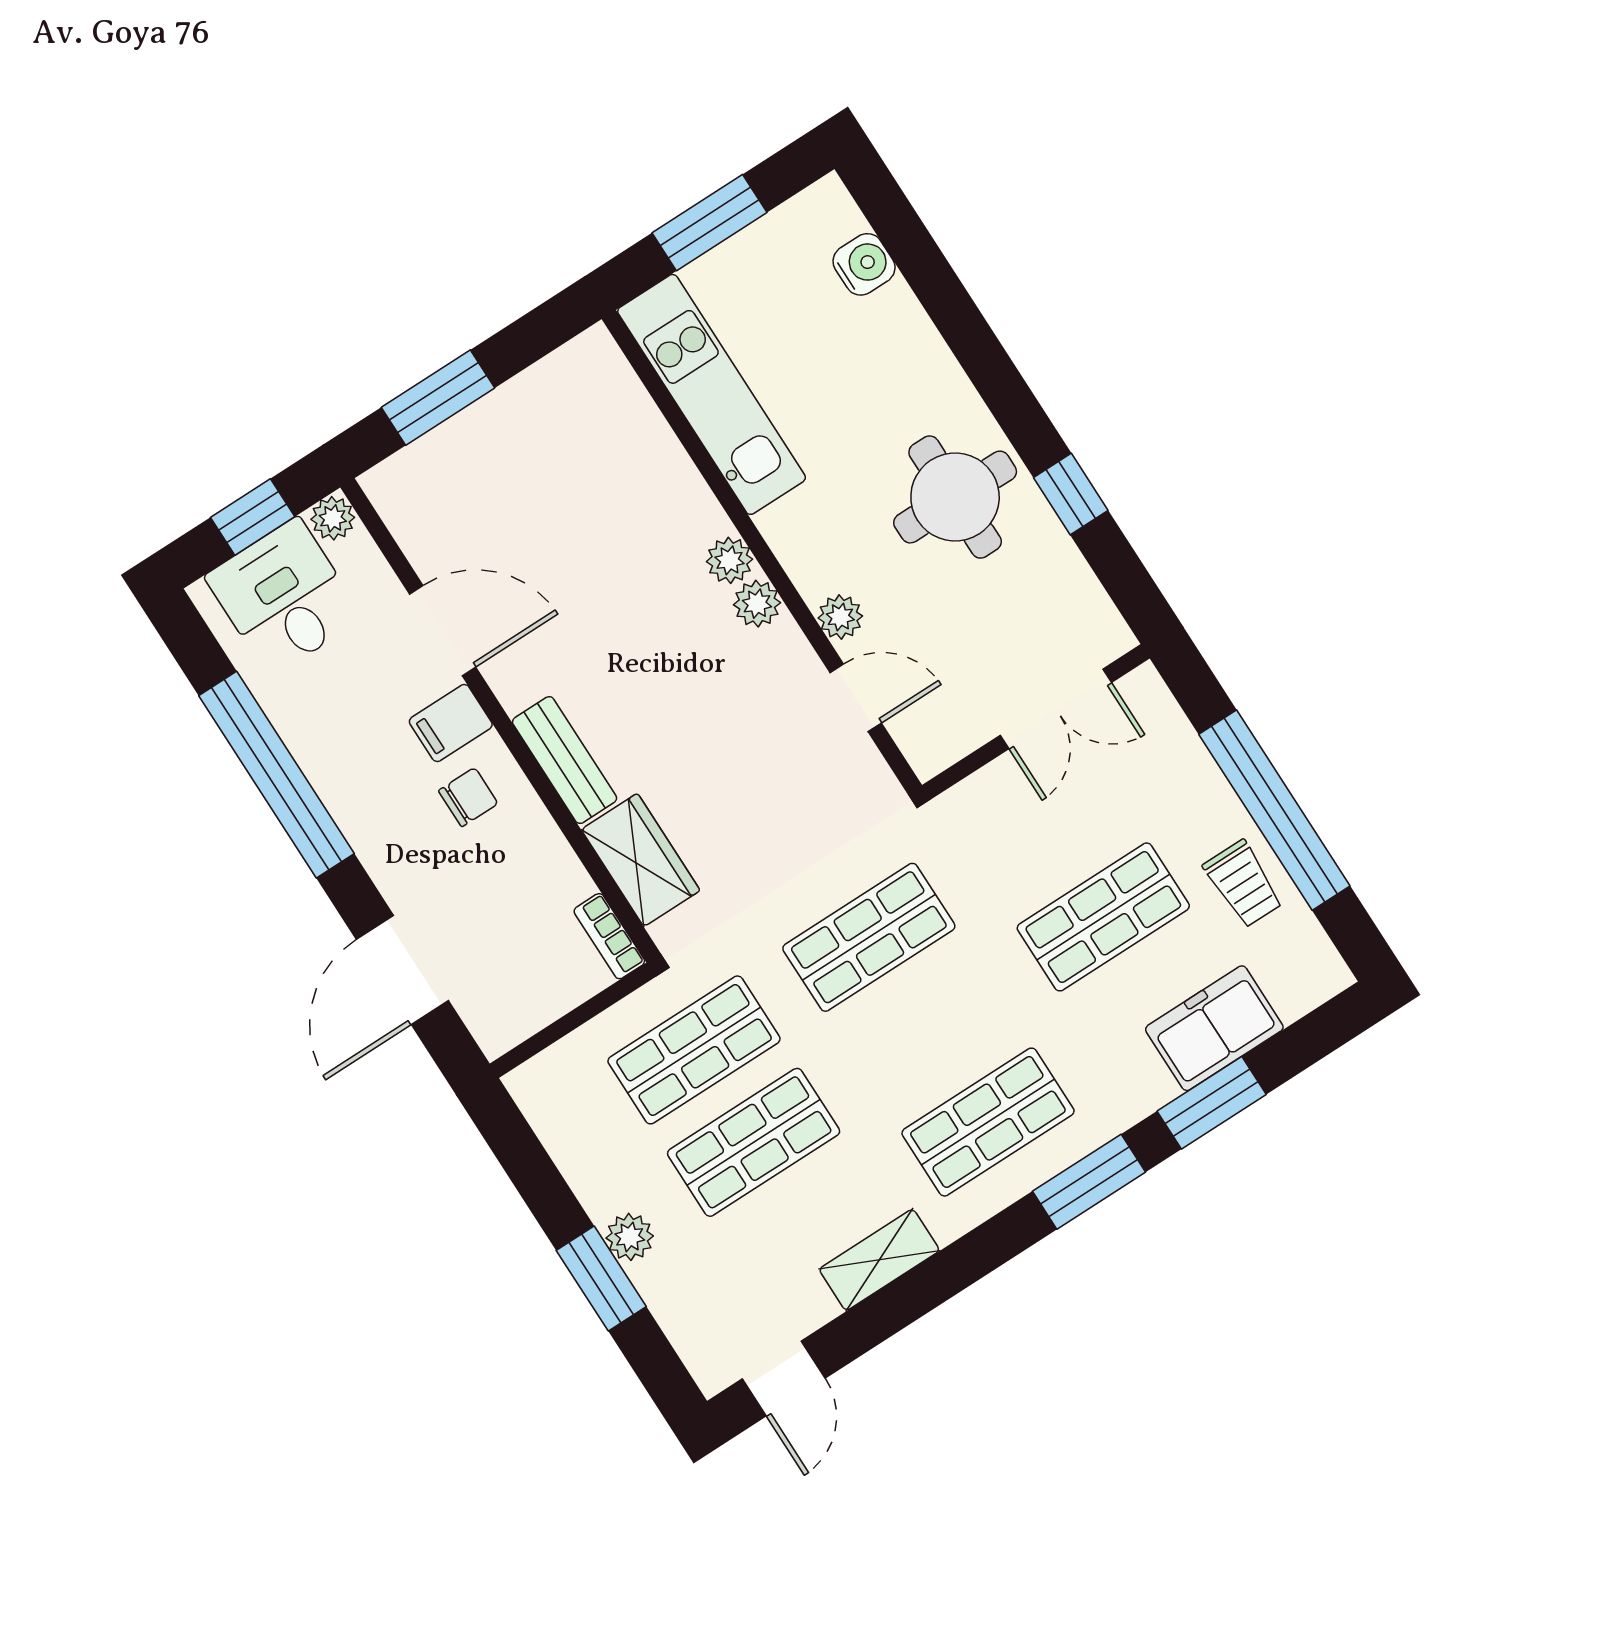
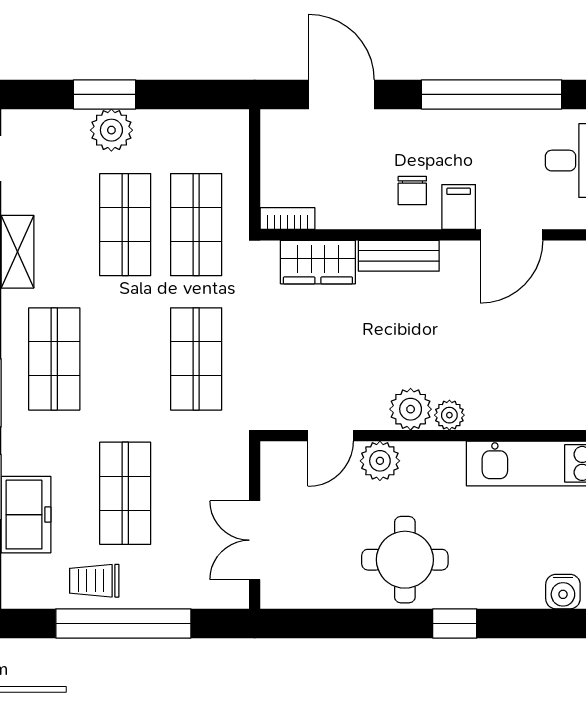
window: (1071, 494) -> (455, 623), moved
plant: (757, 604) -> (411, 409), width x1.38, depth x1.38
plant: (840, 617) -> (380, 461), width x1.38, depth x1.38
plant: (630, 1237) -> (111, 130), width x1.38, depth x1.38

